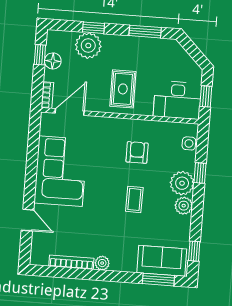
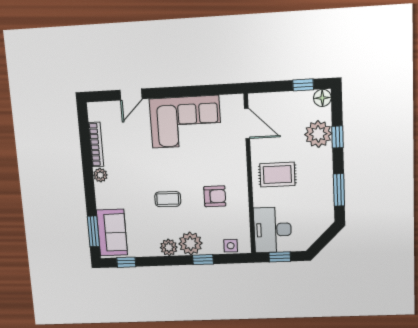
floor lamp: (53, 61) -> (322, 98), moved
bookcase: (47, 95) -> (262, 98), removed

